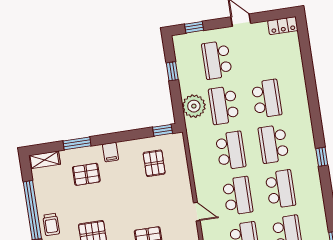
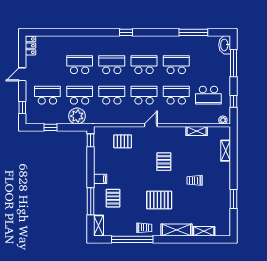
school desk: (217, 60) -> (47, 95), turned 180
school desk: (224, 105) -> (80, 95), turned 180
window: (77, 143) -> (91, 201), width x1.44
school desk: (273, 144) -> (112, 65), turned 180
pallet: (154, 163) -> (123, 141), moved

